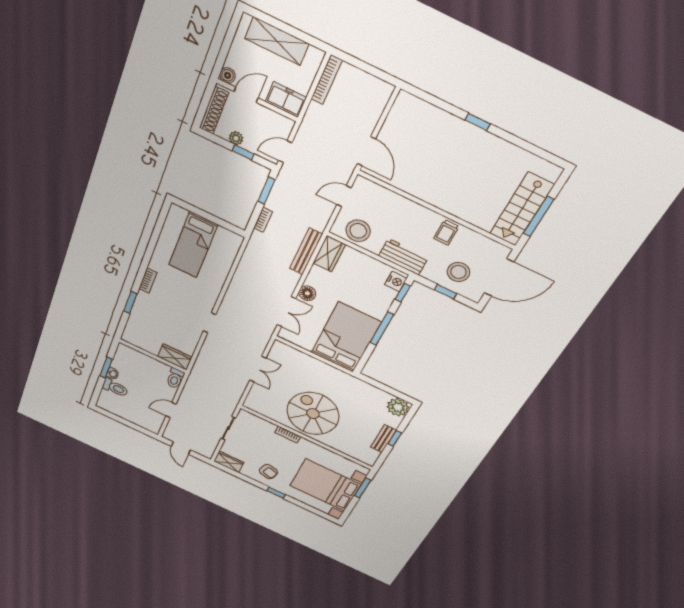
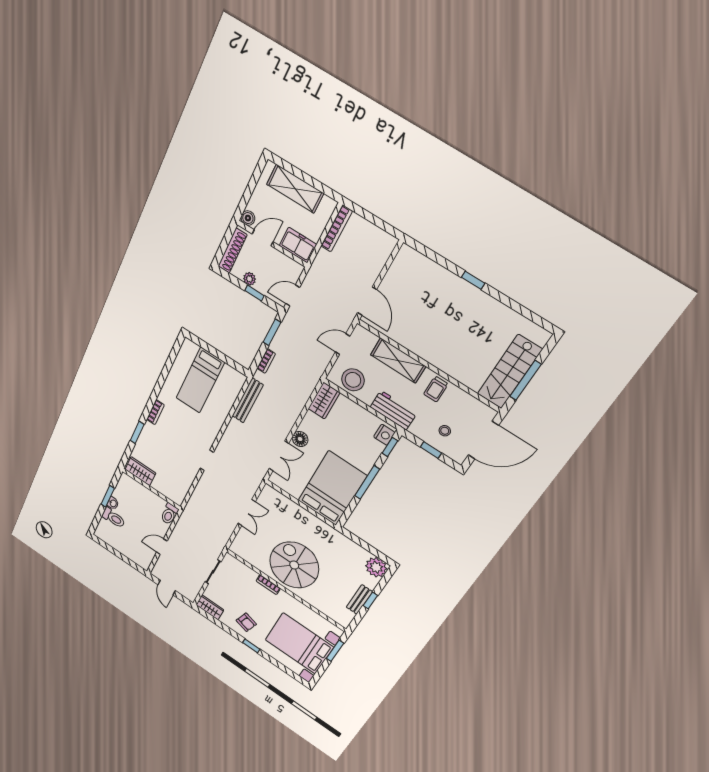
shelving: (404, 208) -> (398, 360), added
bench: (306, 251) -> (248, 400), moved
stool: (458, 272) -> (445, 431), width x0.53, depth x0.53
wardrobe: (175, 357) -> (140, 471), moved

